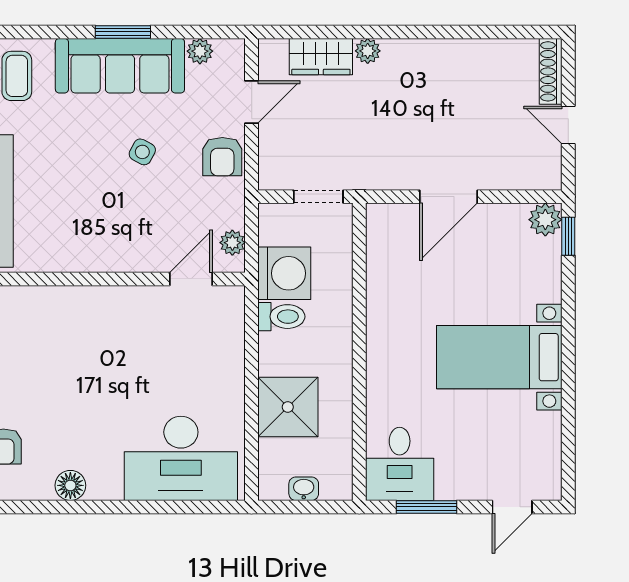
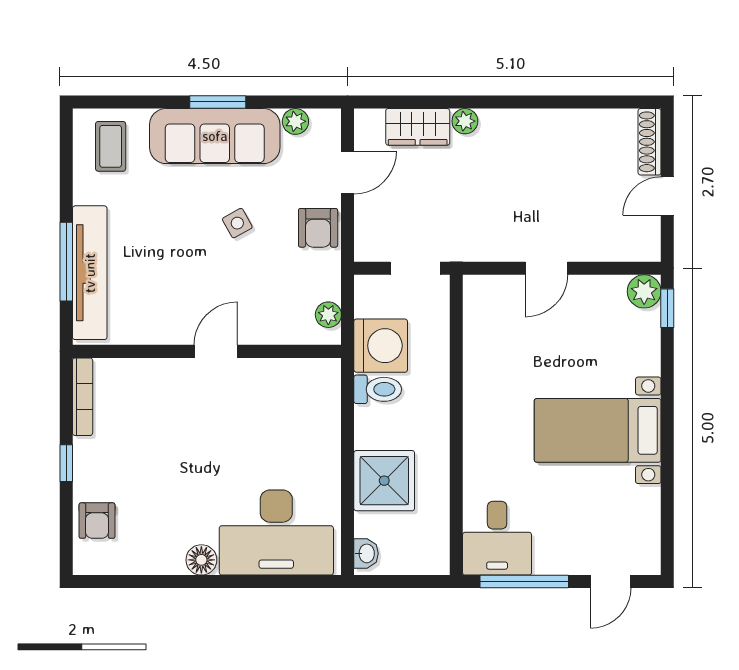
door: (568, 125) -> (667, 196), hinge flipped
side table: (142, 152) -> (237, 223), turned 33
door: (448, 197) -> (546, 268), width x0.73
door: (191, 279) -> (216, 351), moved
floor lamp: (70, 485) -> (201, 560), moved
washbasin: (304, 489) -> (366, 553), moved, turned 90
window: (427, 507) -> (524, 582), width x1.44

